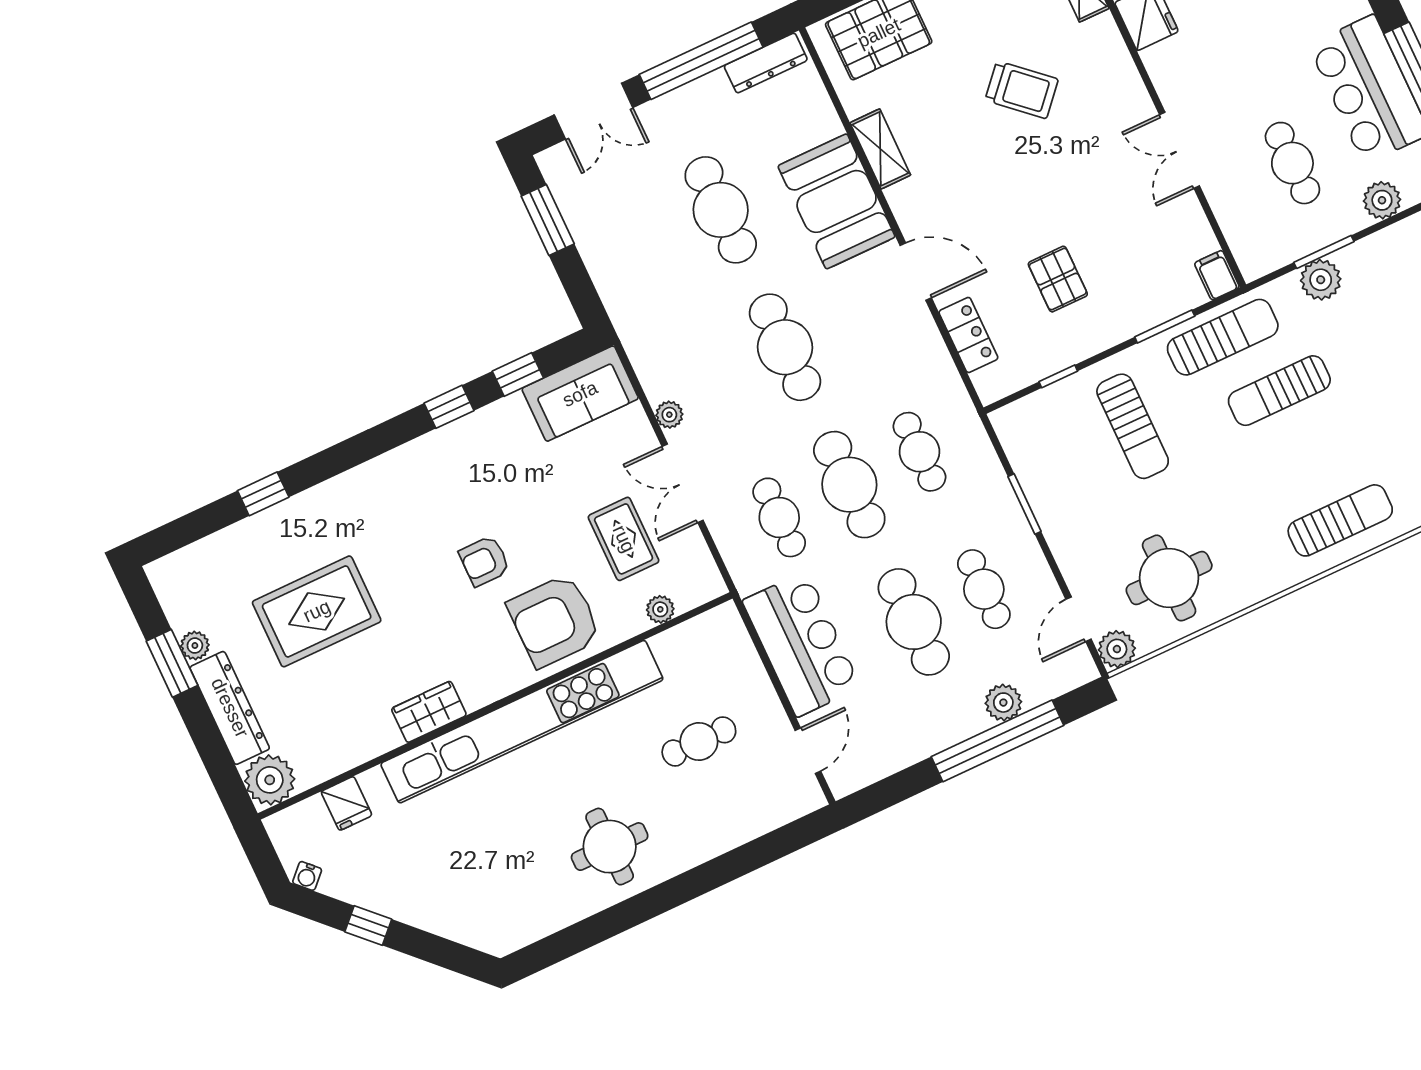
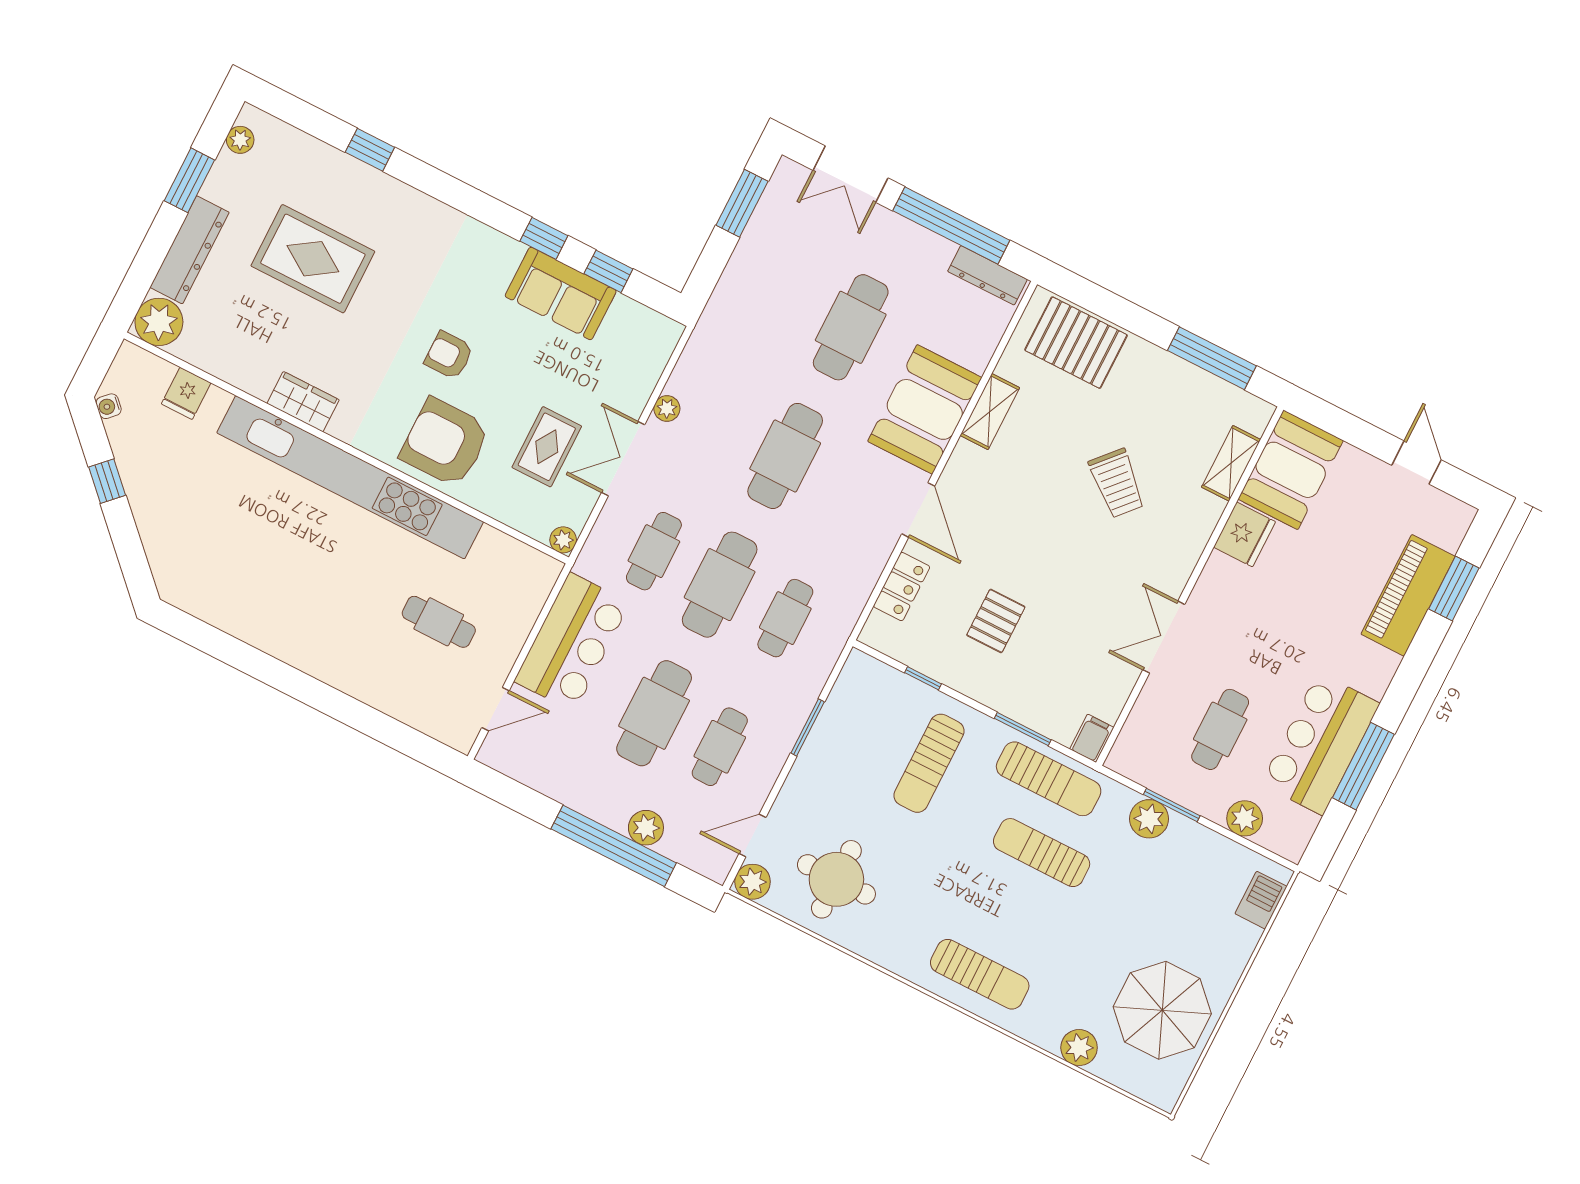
sofa: (580, 394) -> (561, 294), moved
plant: (660, 609) -> (563, 540), moved
plant: (195, 646) -> (240, 140), moved
round table: (610, 847) -> (308, 616), removed

